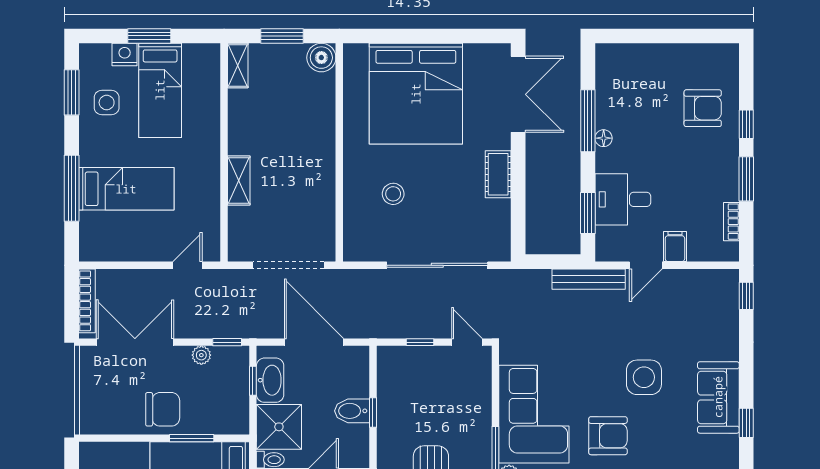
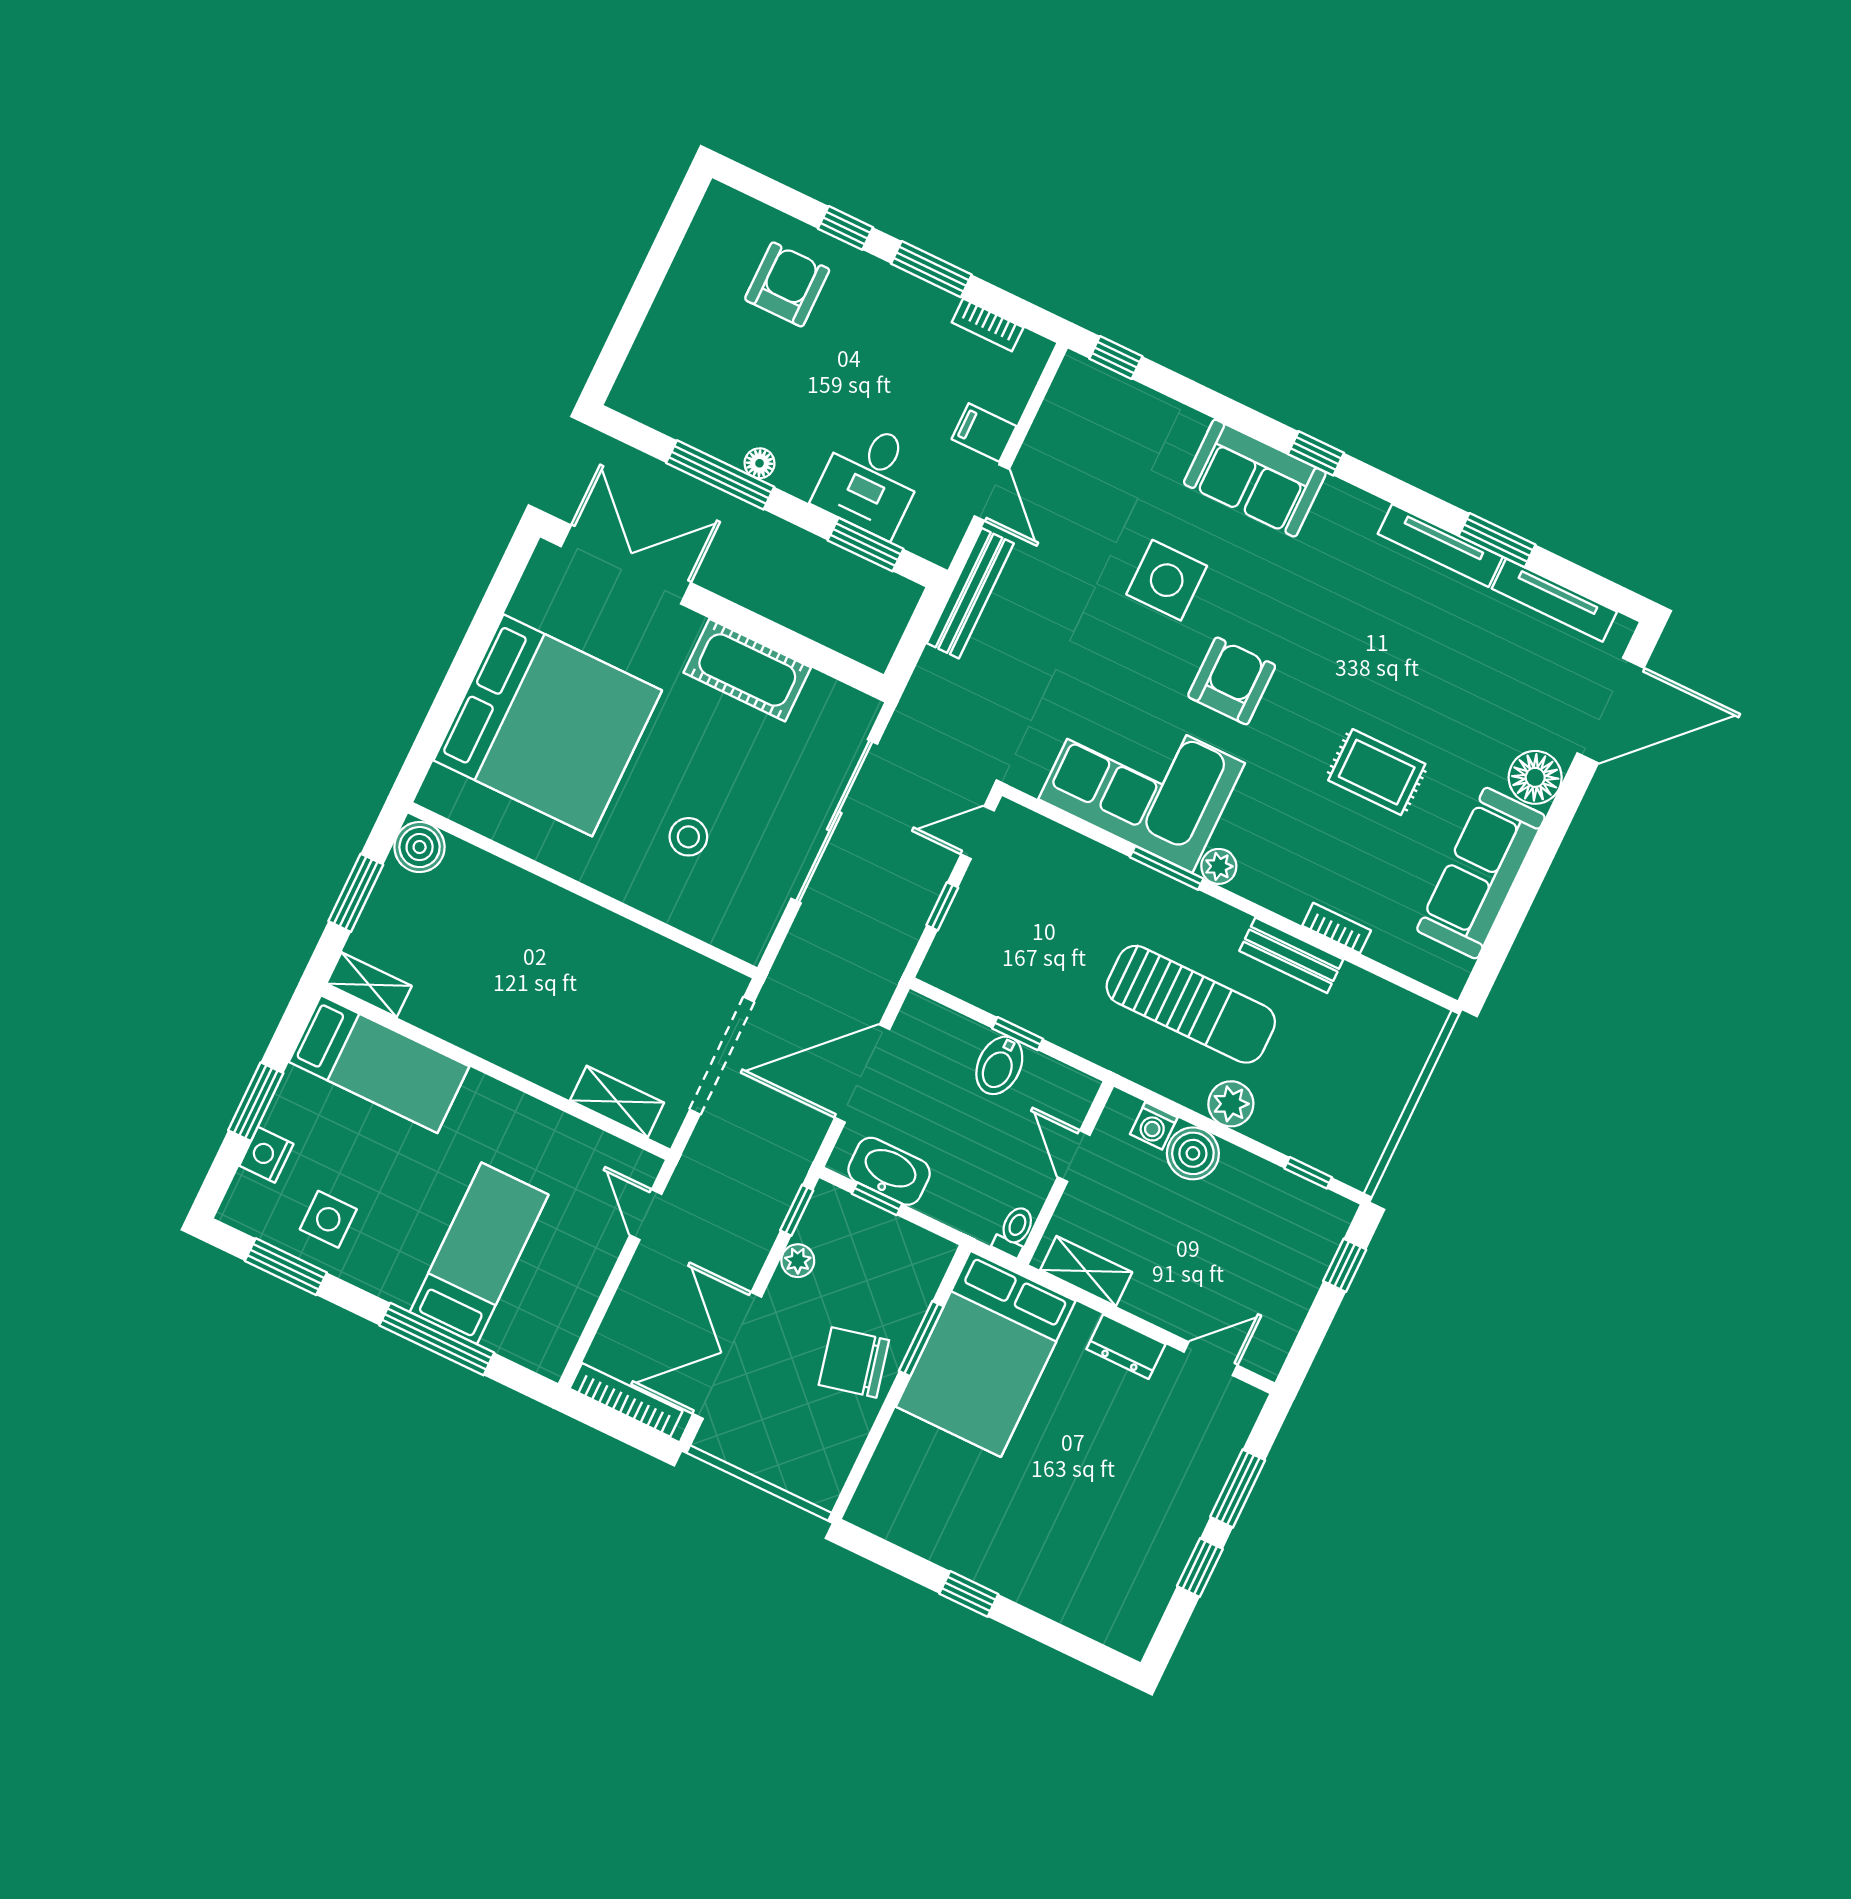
bed: (160, 90) -> (379, 1064), moved
cot: (498, 174) -> (747, 670), width x1.37, depth x1.34
shelving: (239, 180) -> (617, 1102), moved
chair: (163, 409) -> (854, 1362), turned -103
shower: (279, 427) -> (969, 1193), removed

